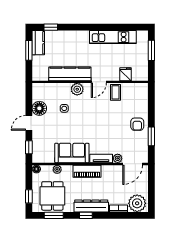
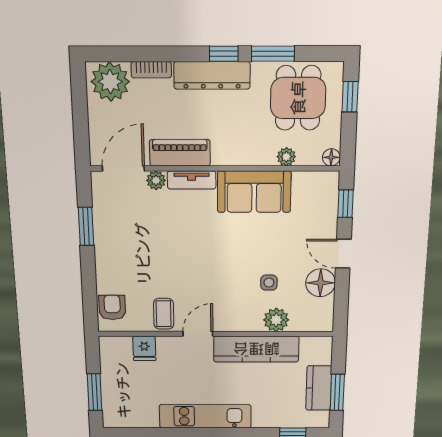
kitchen unit: (113, 37) -> (205, 416), moved
kitchen counter: (38, 43) -> (319, 388), moved
plant: (77, 89) -> (276, 320), moved
door: (29, 123) -> (343, 254), swing flipped
armchair: (137, 124) -> (112, 307), moved
piano: (87, 171) -> (180, 153), moved
window: (54, 215) -> (273, 54), moved

